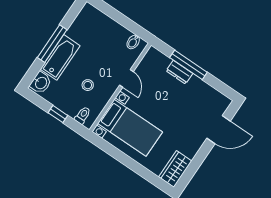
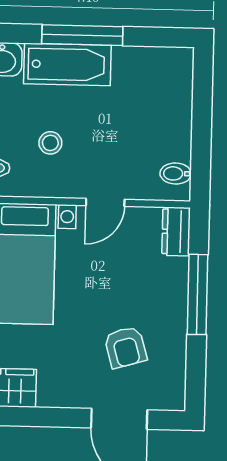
dresser: (179, 72) -> (176, 232), moved
armchair: (191, 108) -> (125, 347), added

